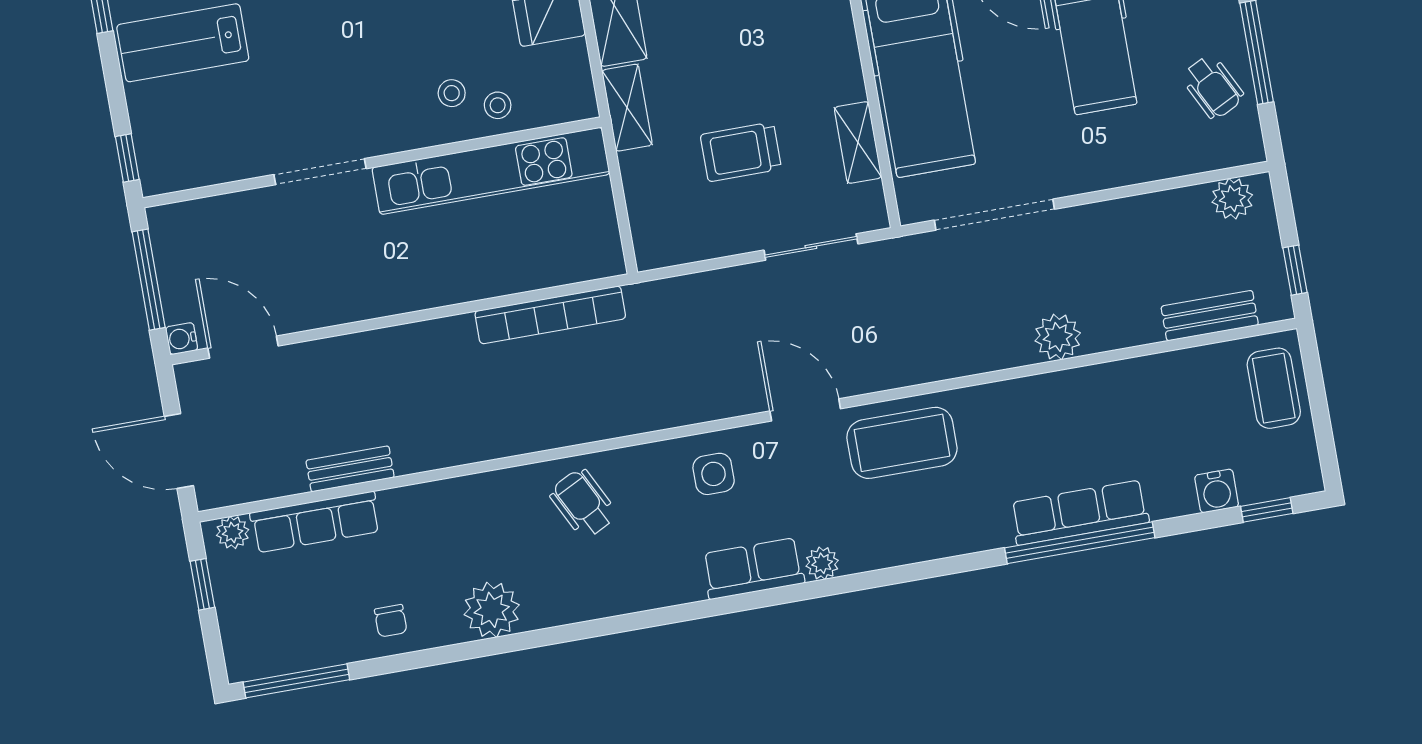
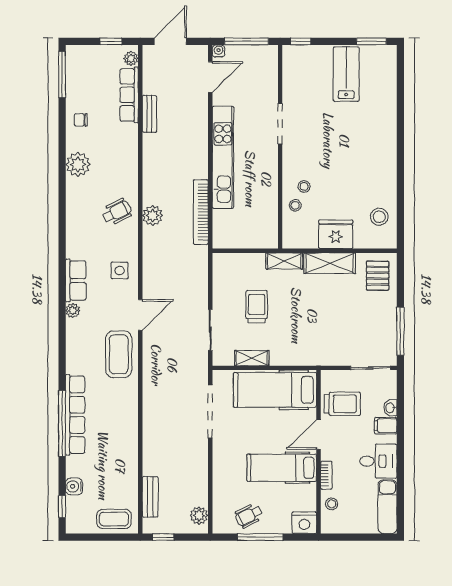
kitchen unit: (491, 171) -> (223, 157), moved, turned 180
plant: (1058, 337) -> (153, 216), moved
row of seats: (1080, 513) -> (75, 415), width x1.36

